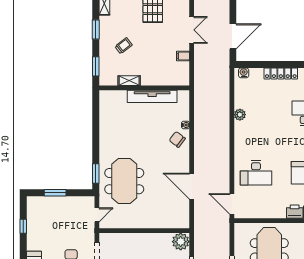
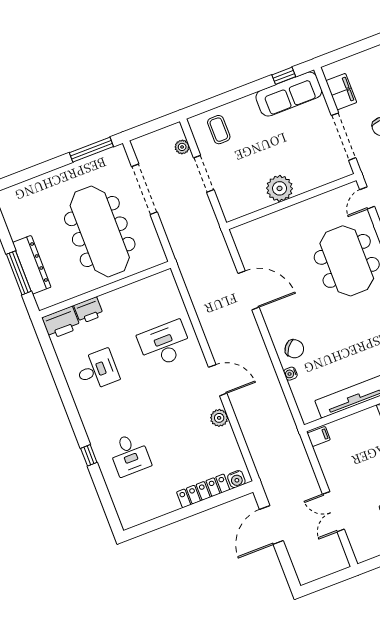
filing cabinet: (183, 56) -> (319, 436), moved
locker: (281, 73) -> (203, 491), moved
door: (232, 204) -> (218, 380), moved
plant: (181, 242) -> (280, 188), moved

